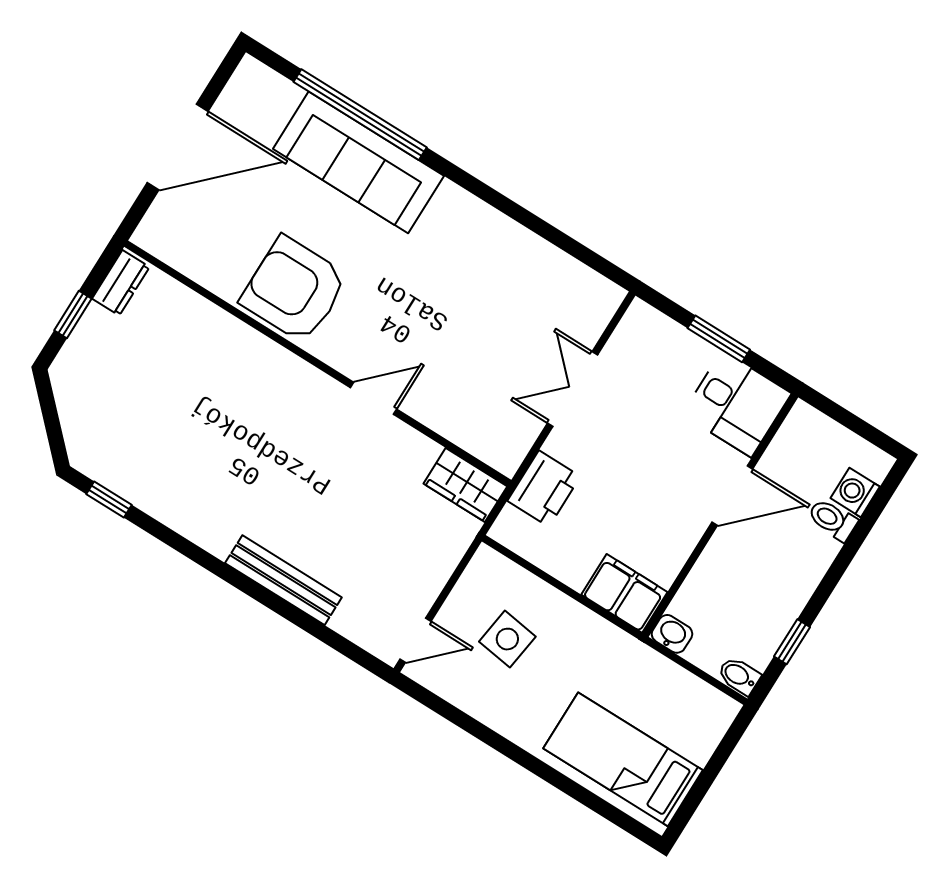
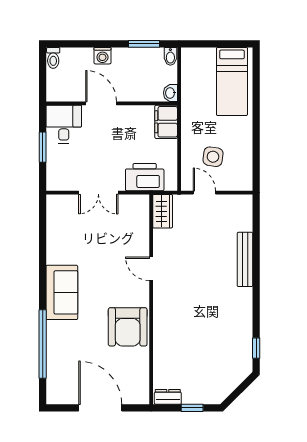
sofa: (358, 162) -> (62, 292), moved, width x0.73
printer: (544, 489) -> (145, 177), width x1.37, depth x1.19
washing machine: (855, 492) -> (102, 56), moved
toilet: (833, 520) -> (53, 58), moved
door: (416, 640) -> (204, 193), moved
window: (792, 642) -> (144, 44), width x1.50

